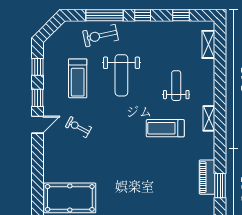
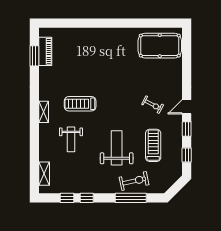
window: (143, 15) -> (87, 198), moved
treadmill: (165, 128) -> (80, 104), turned 180
piano: (207, 177) -> (45, 51), moved

